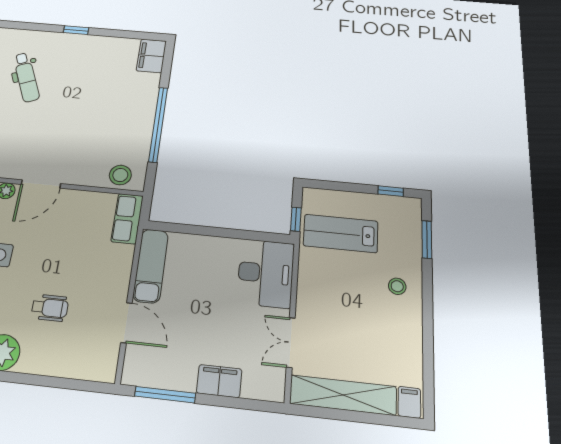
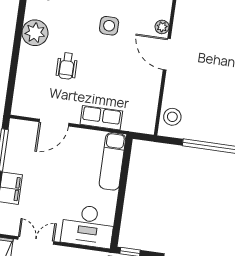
row of seats: (127, 219) -> (101, 118), moved
exam couch: (151, 266) -> (112, 161), moved, turned 90

